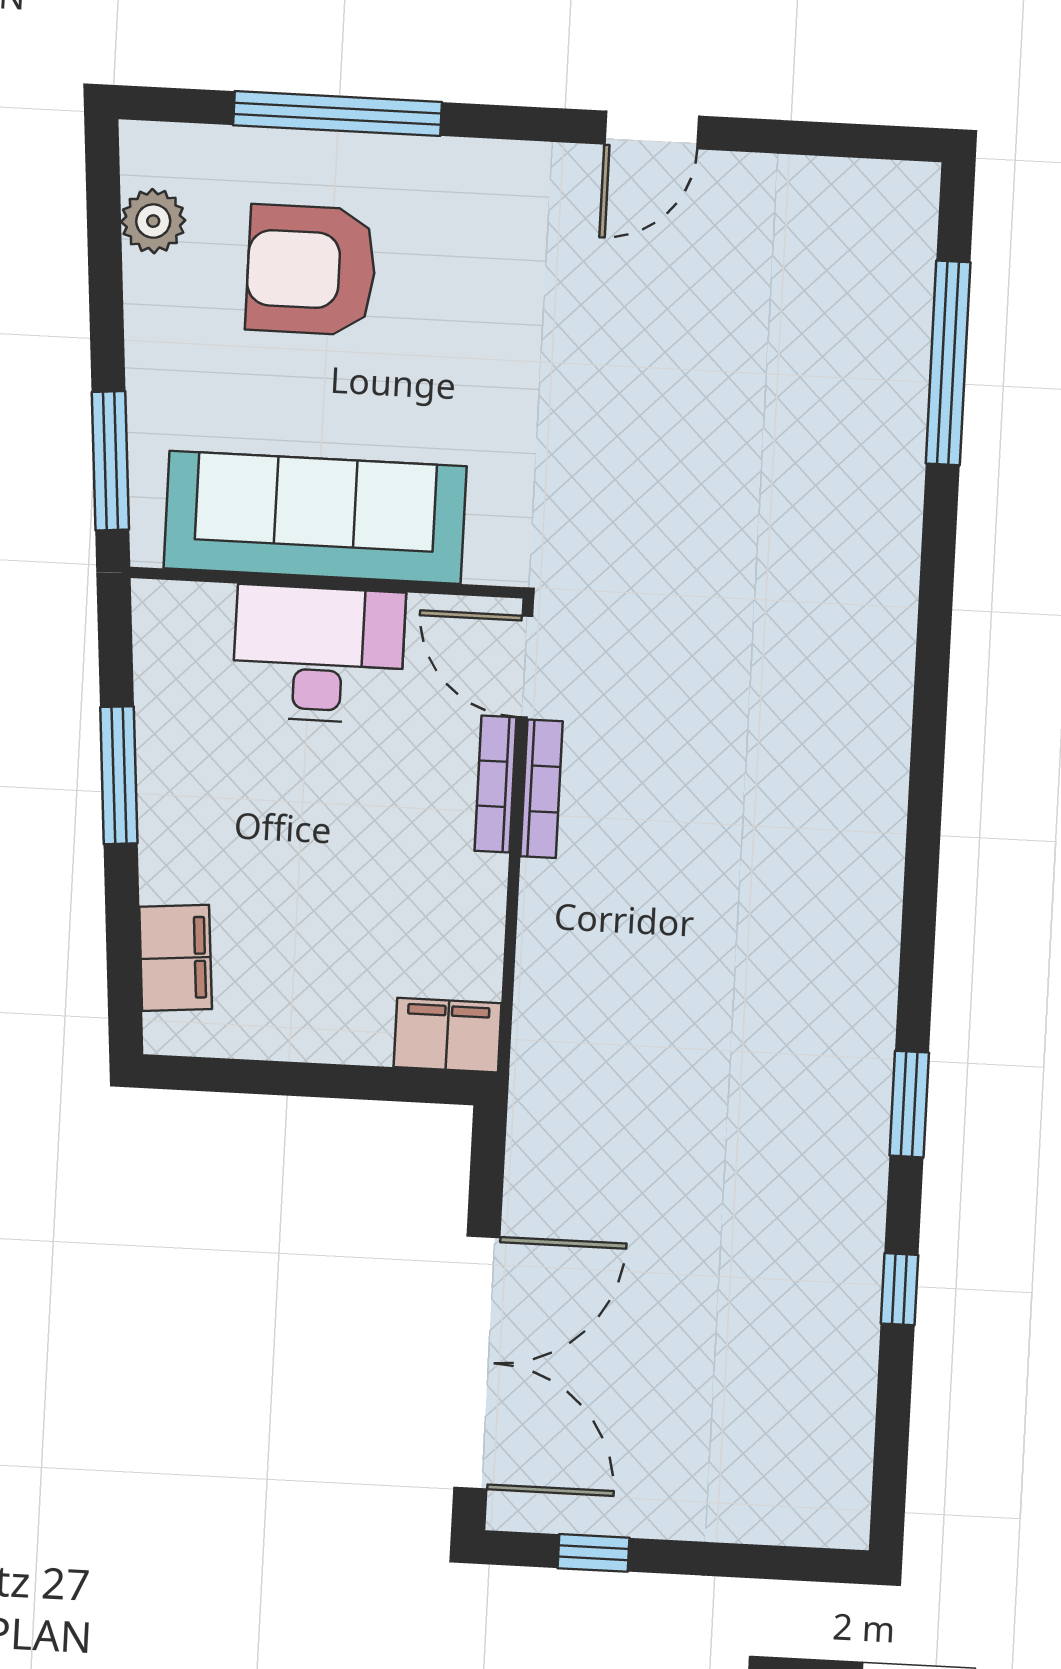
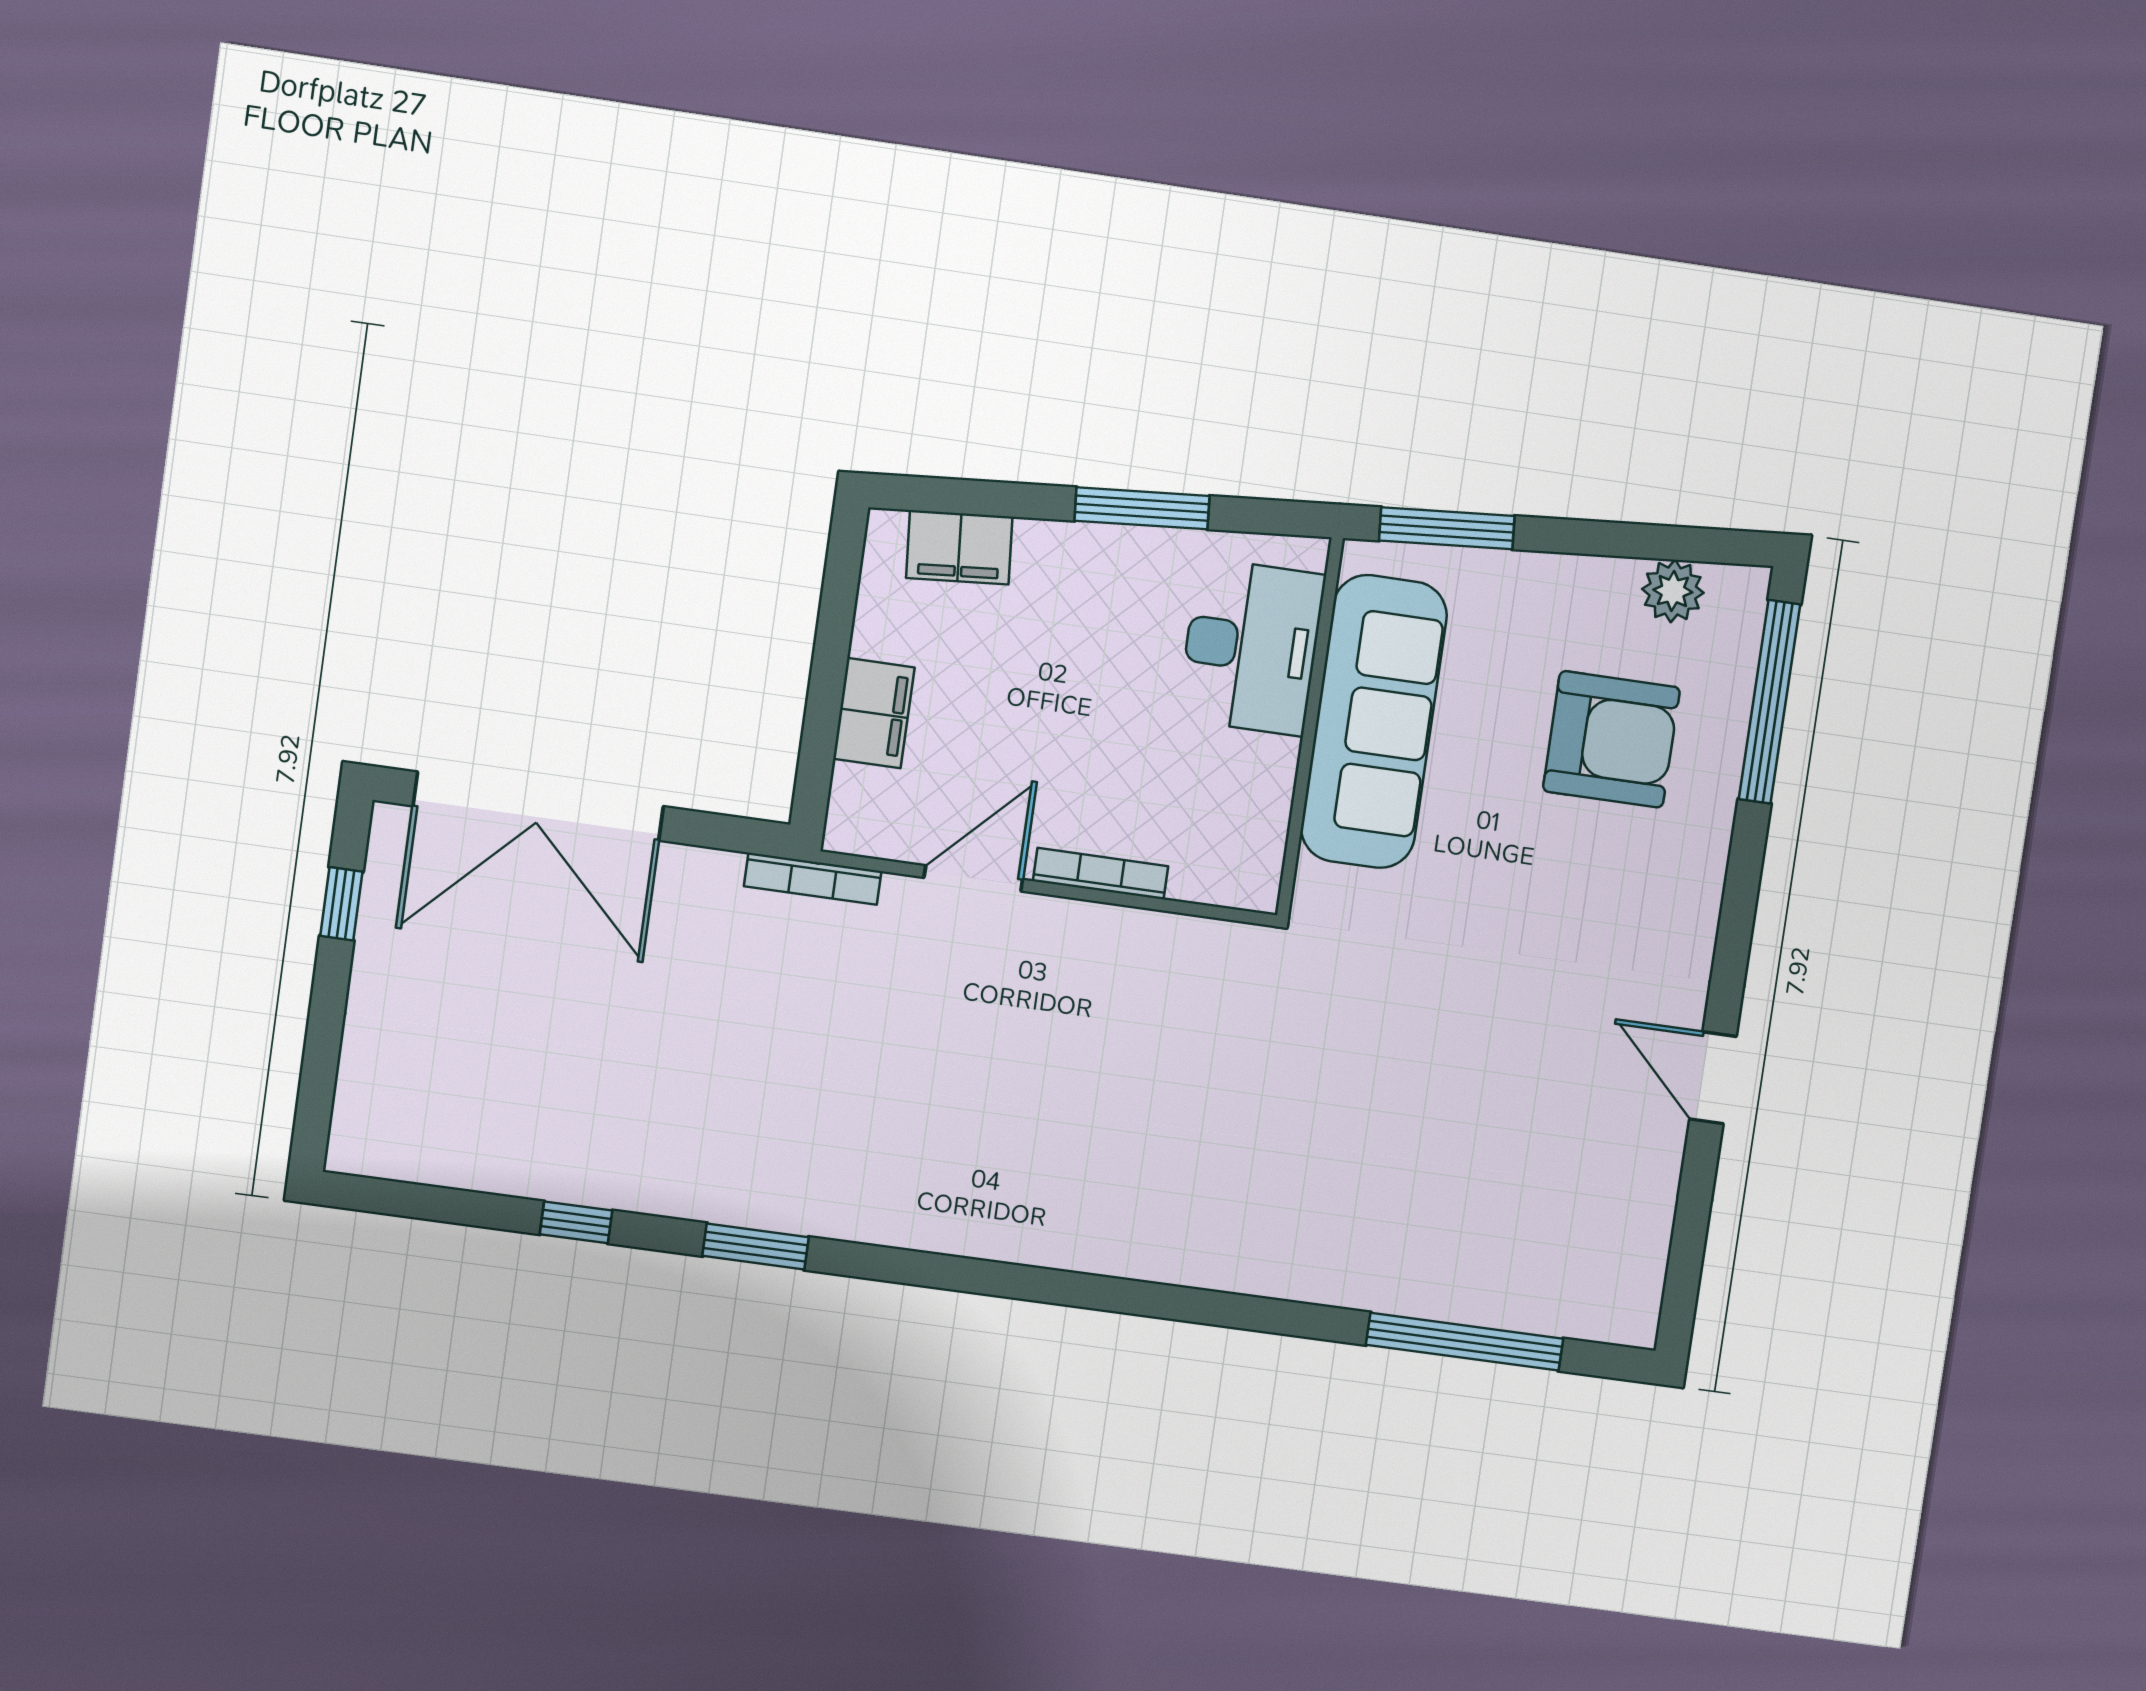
window: (337, 114) -> (1769, 702), moved
armchair: (311, 270) -> (1611, 739), turned 90
desk: (319, 654) -> (1251, 647), moved
door: (525, 667) -> (973, 878), moved
bookcase: (542, 789) -> (813, 879), moved
filing cabinet: (448, 1035) -> (874, 713), moved

